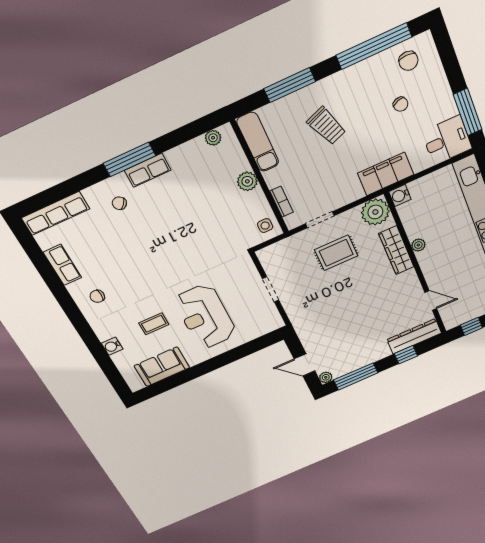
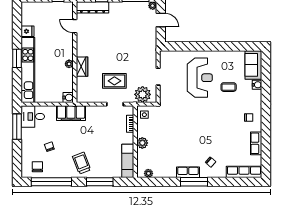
trolley: (326, 126) -> (82, 163), moved
plant: (375, 212) -> (143, 94), moved
wardrobe: (396, 250) -> (82, 67), width x0.67
sofa: (162, 367) -> (253, 65), moved, turned 90

